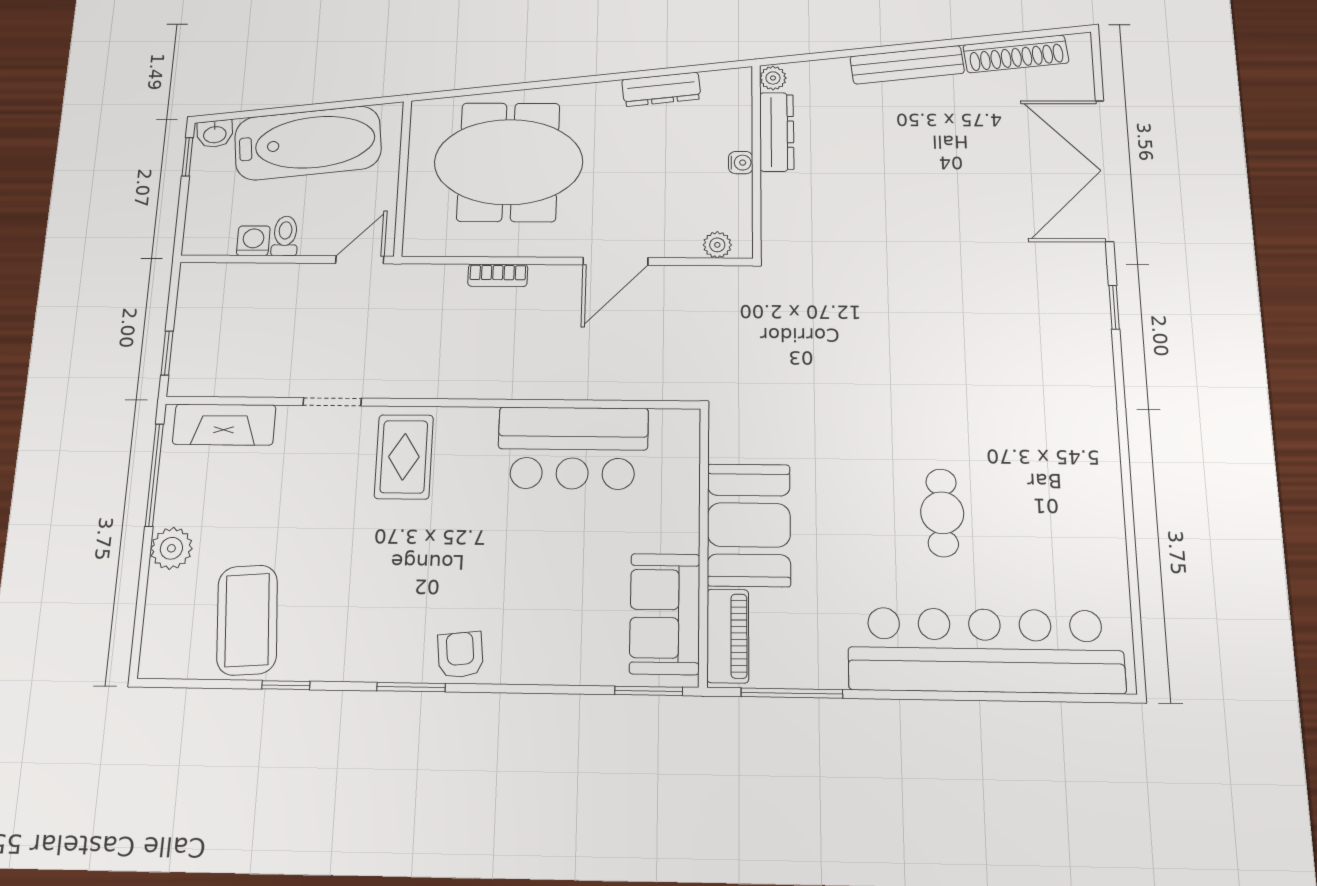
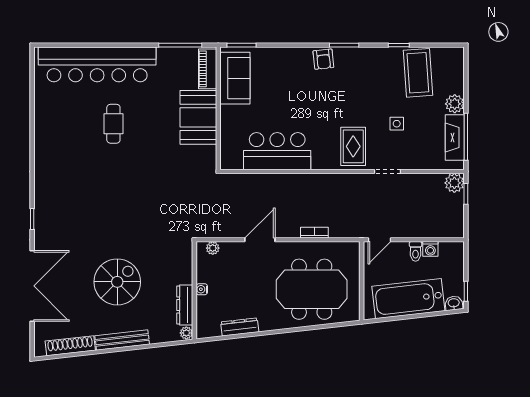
spiral stairs: (922, 178) -> (117, 282), added
plant: (189, 376) -> (454, 183), added
fireplace: (224, 425) -> (455, 138), moved, turned -90
side table: (304, 506) -> (397, 124), added

